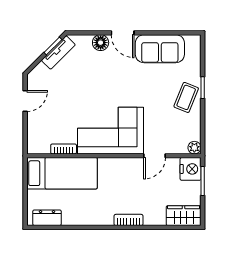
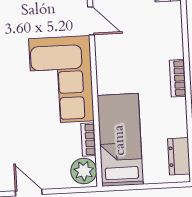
plant: (40, 144) -> (84, 171), added
bookcase: (129, 220) -> (178, 78), moved

